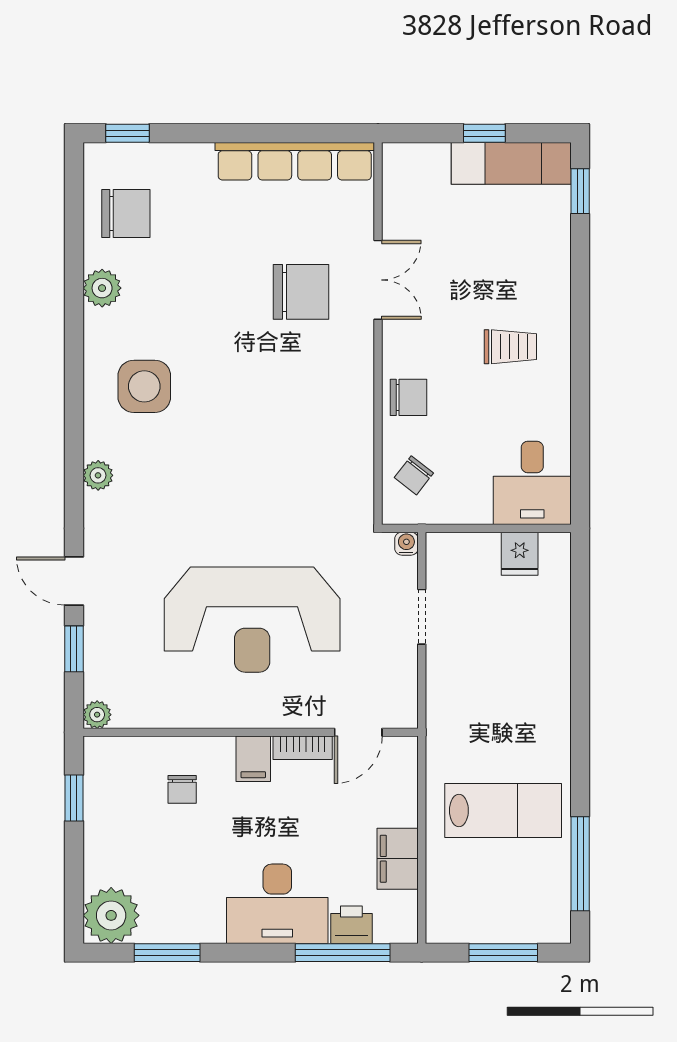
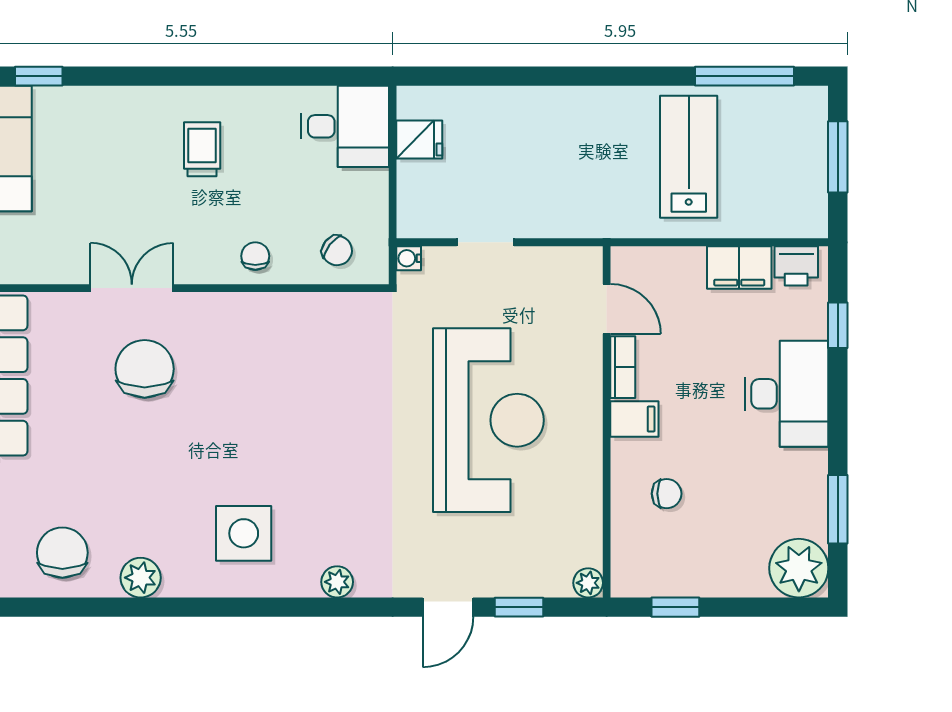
chair: (409, 397) -> (255, 256), width x0.73, depth x0.73
printer: (351, 925) -> (796, 266), moved, turned -90
window: (343, 953) -> (838, 325), width x0.46

